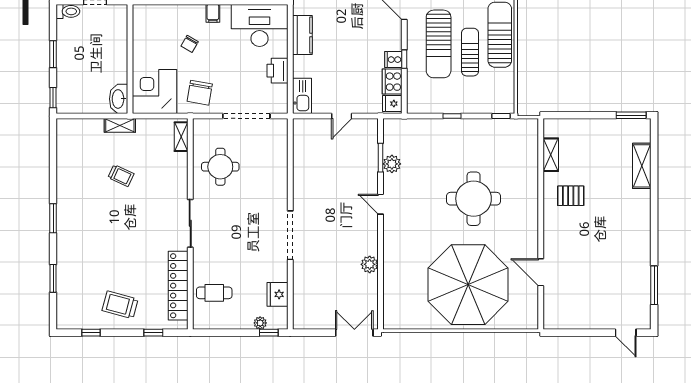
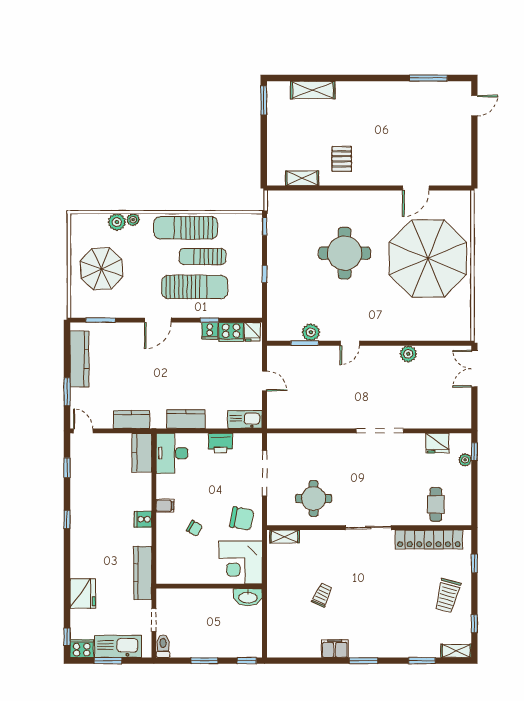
desk: (260, 25) -> (172, 453), width x0.73, depth x0.77
shelving: (120, 125) -> (456, 651), moved, turned 90
filing cabinet: (65, 188) -> (335, 649), added

